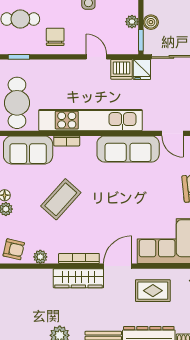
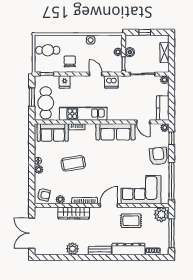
fridge: (142, 70) -> (65, 82), moved
kitchen unit: (91, 120) -> (83, 114), width x0.73
coffee table: (61, 199) -> (73, 163), turned 39
wardrobe: (78, 278) -> (74, 213), moved

